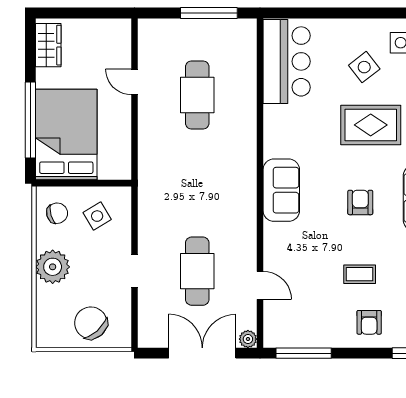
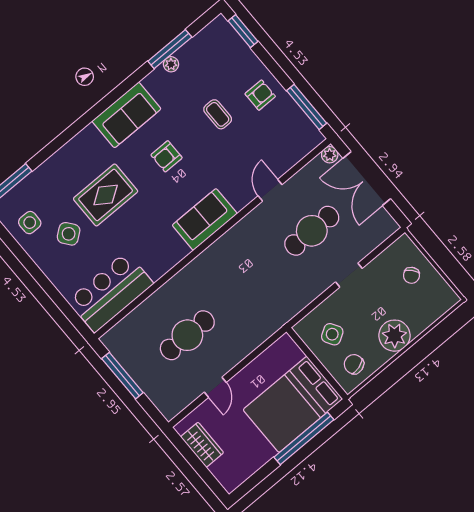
wardrobe: (48, 45) -> (202, 445), moved, turned 90
rug: (371, 125) -> (106, 195), turned 90
door: (260, 285) -> (270, 190), moved
armchair: (369, 322) -> (260, 95), moved
chair: (91, 323) -> (411, 275), width x0.54, depth x0.54

